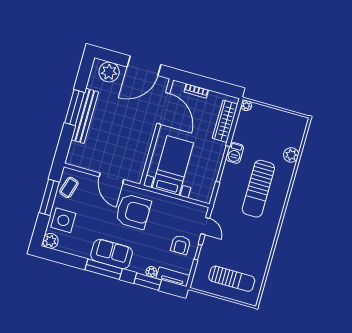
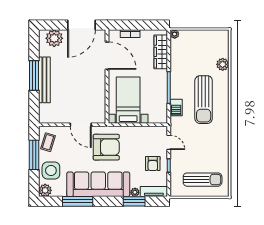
barbecue: (235, 153) -> (176, 108), moved
sofa: (112, 254) -> (98, 184), width x1.85, depth x1.27
window: (104, 269) -> (78, 201), moved

